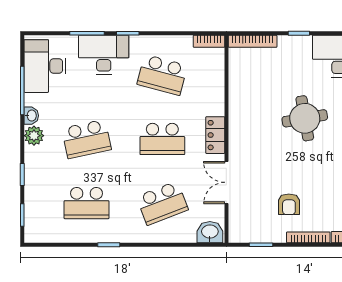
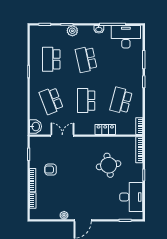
desk: (104, 55) -> (132, 69), removed
round table: (305, 118) -> (109, 165), moved
locker: (215, 135) -> (105, 129), moved
plant: (34, 136) -> (72, 31), moved

